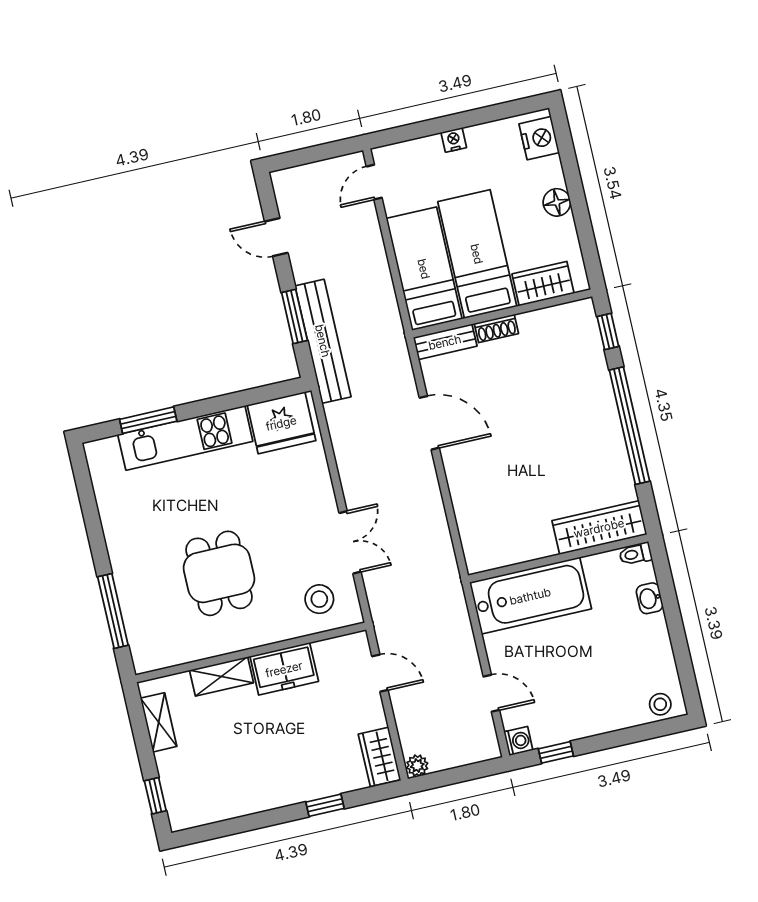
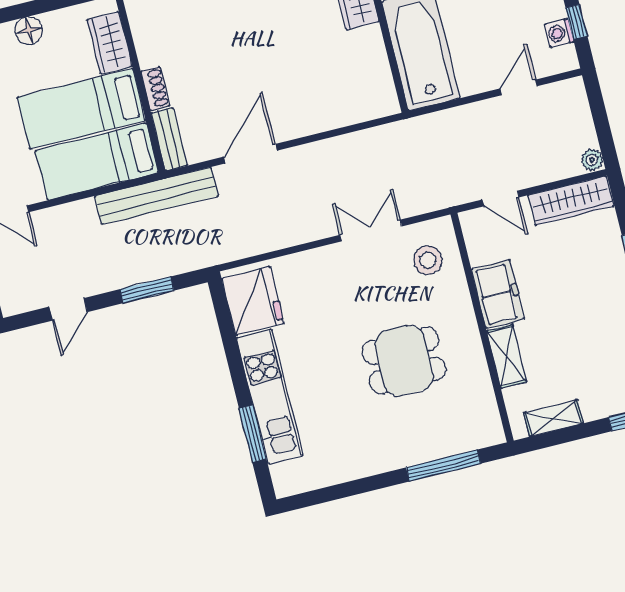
bench: (323, 341) -> (156, 196), moved
door: (380, 673) -> (501, 198), swing flipped
washing machine: (518, 741) -> (559, 33), moved, turned -90
wardrobe: (380, 757) -> (571, 201), width x1.50

